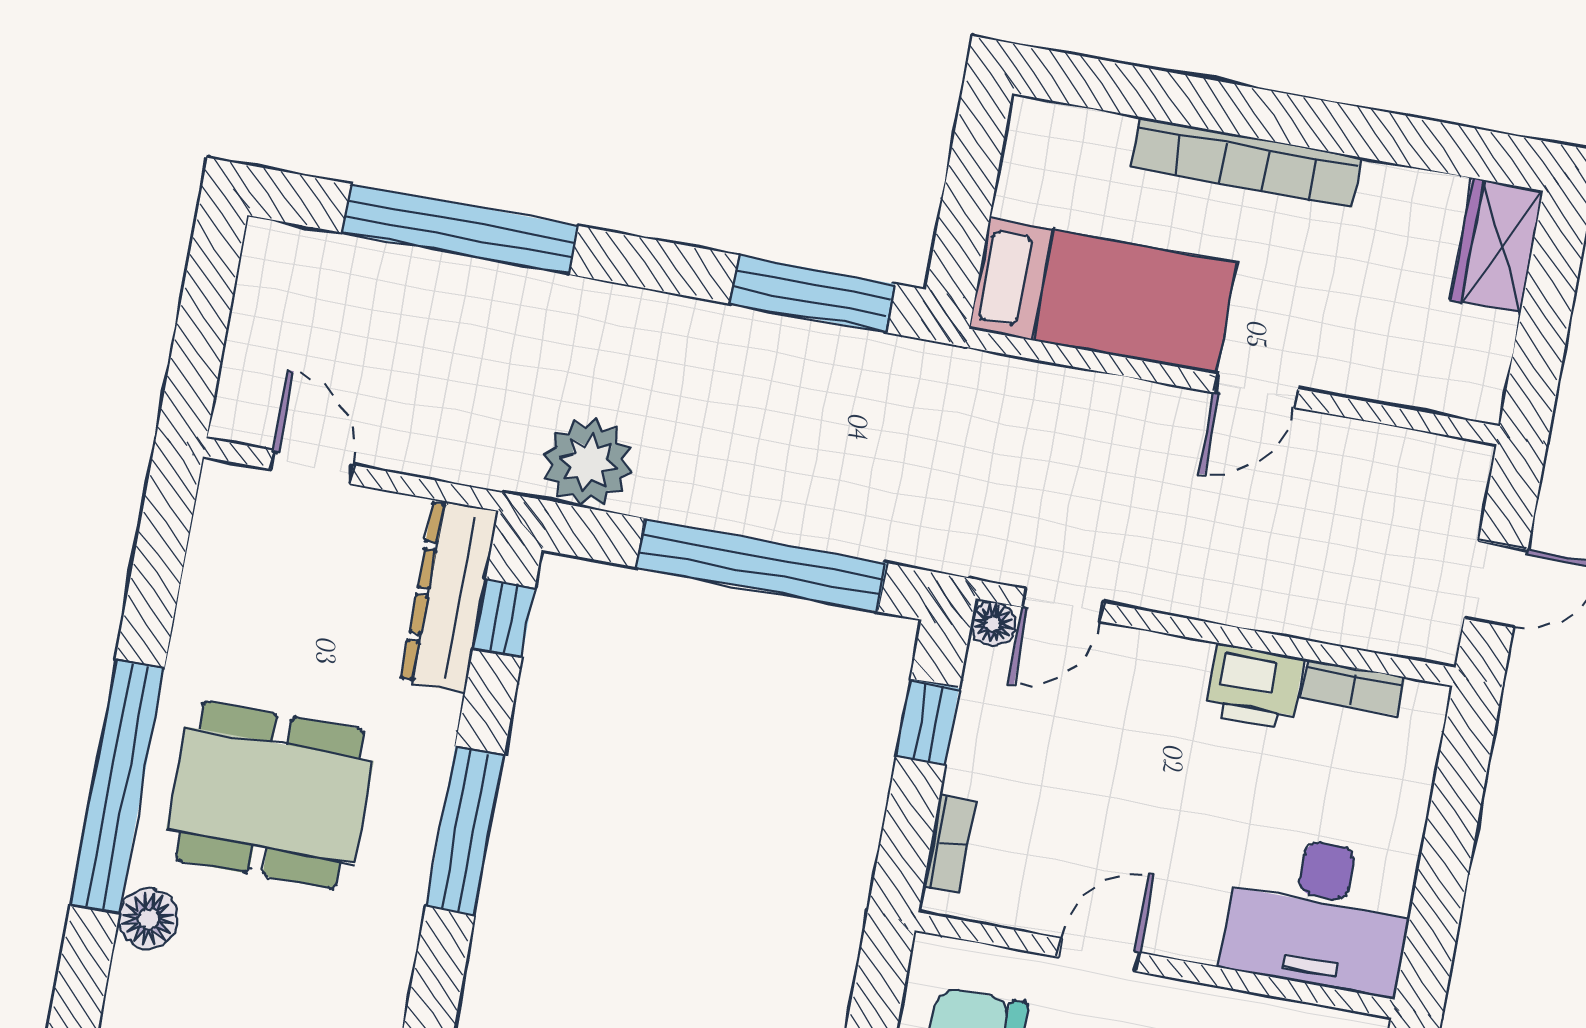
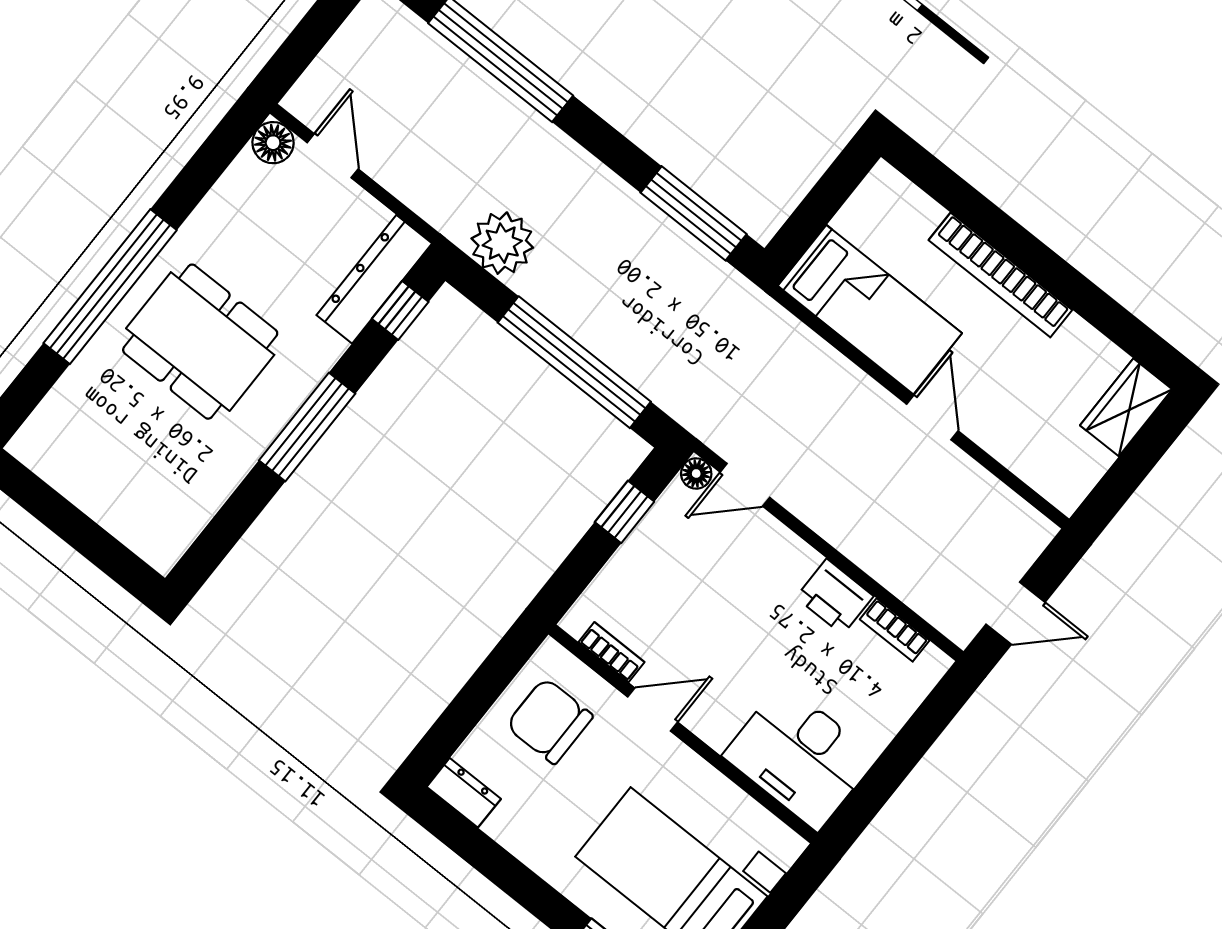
door: (1256, 391) -> (932, 418), swing flipped
bookcase: (949, 844) -> (611, 652), moved, turned -90
floor lamp: (148, 919) -> (273, 143), moved

